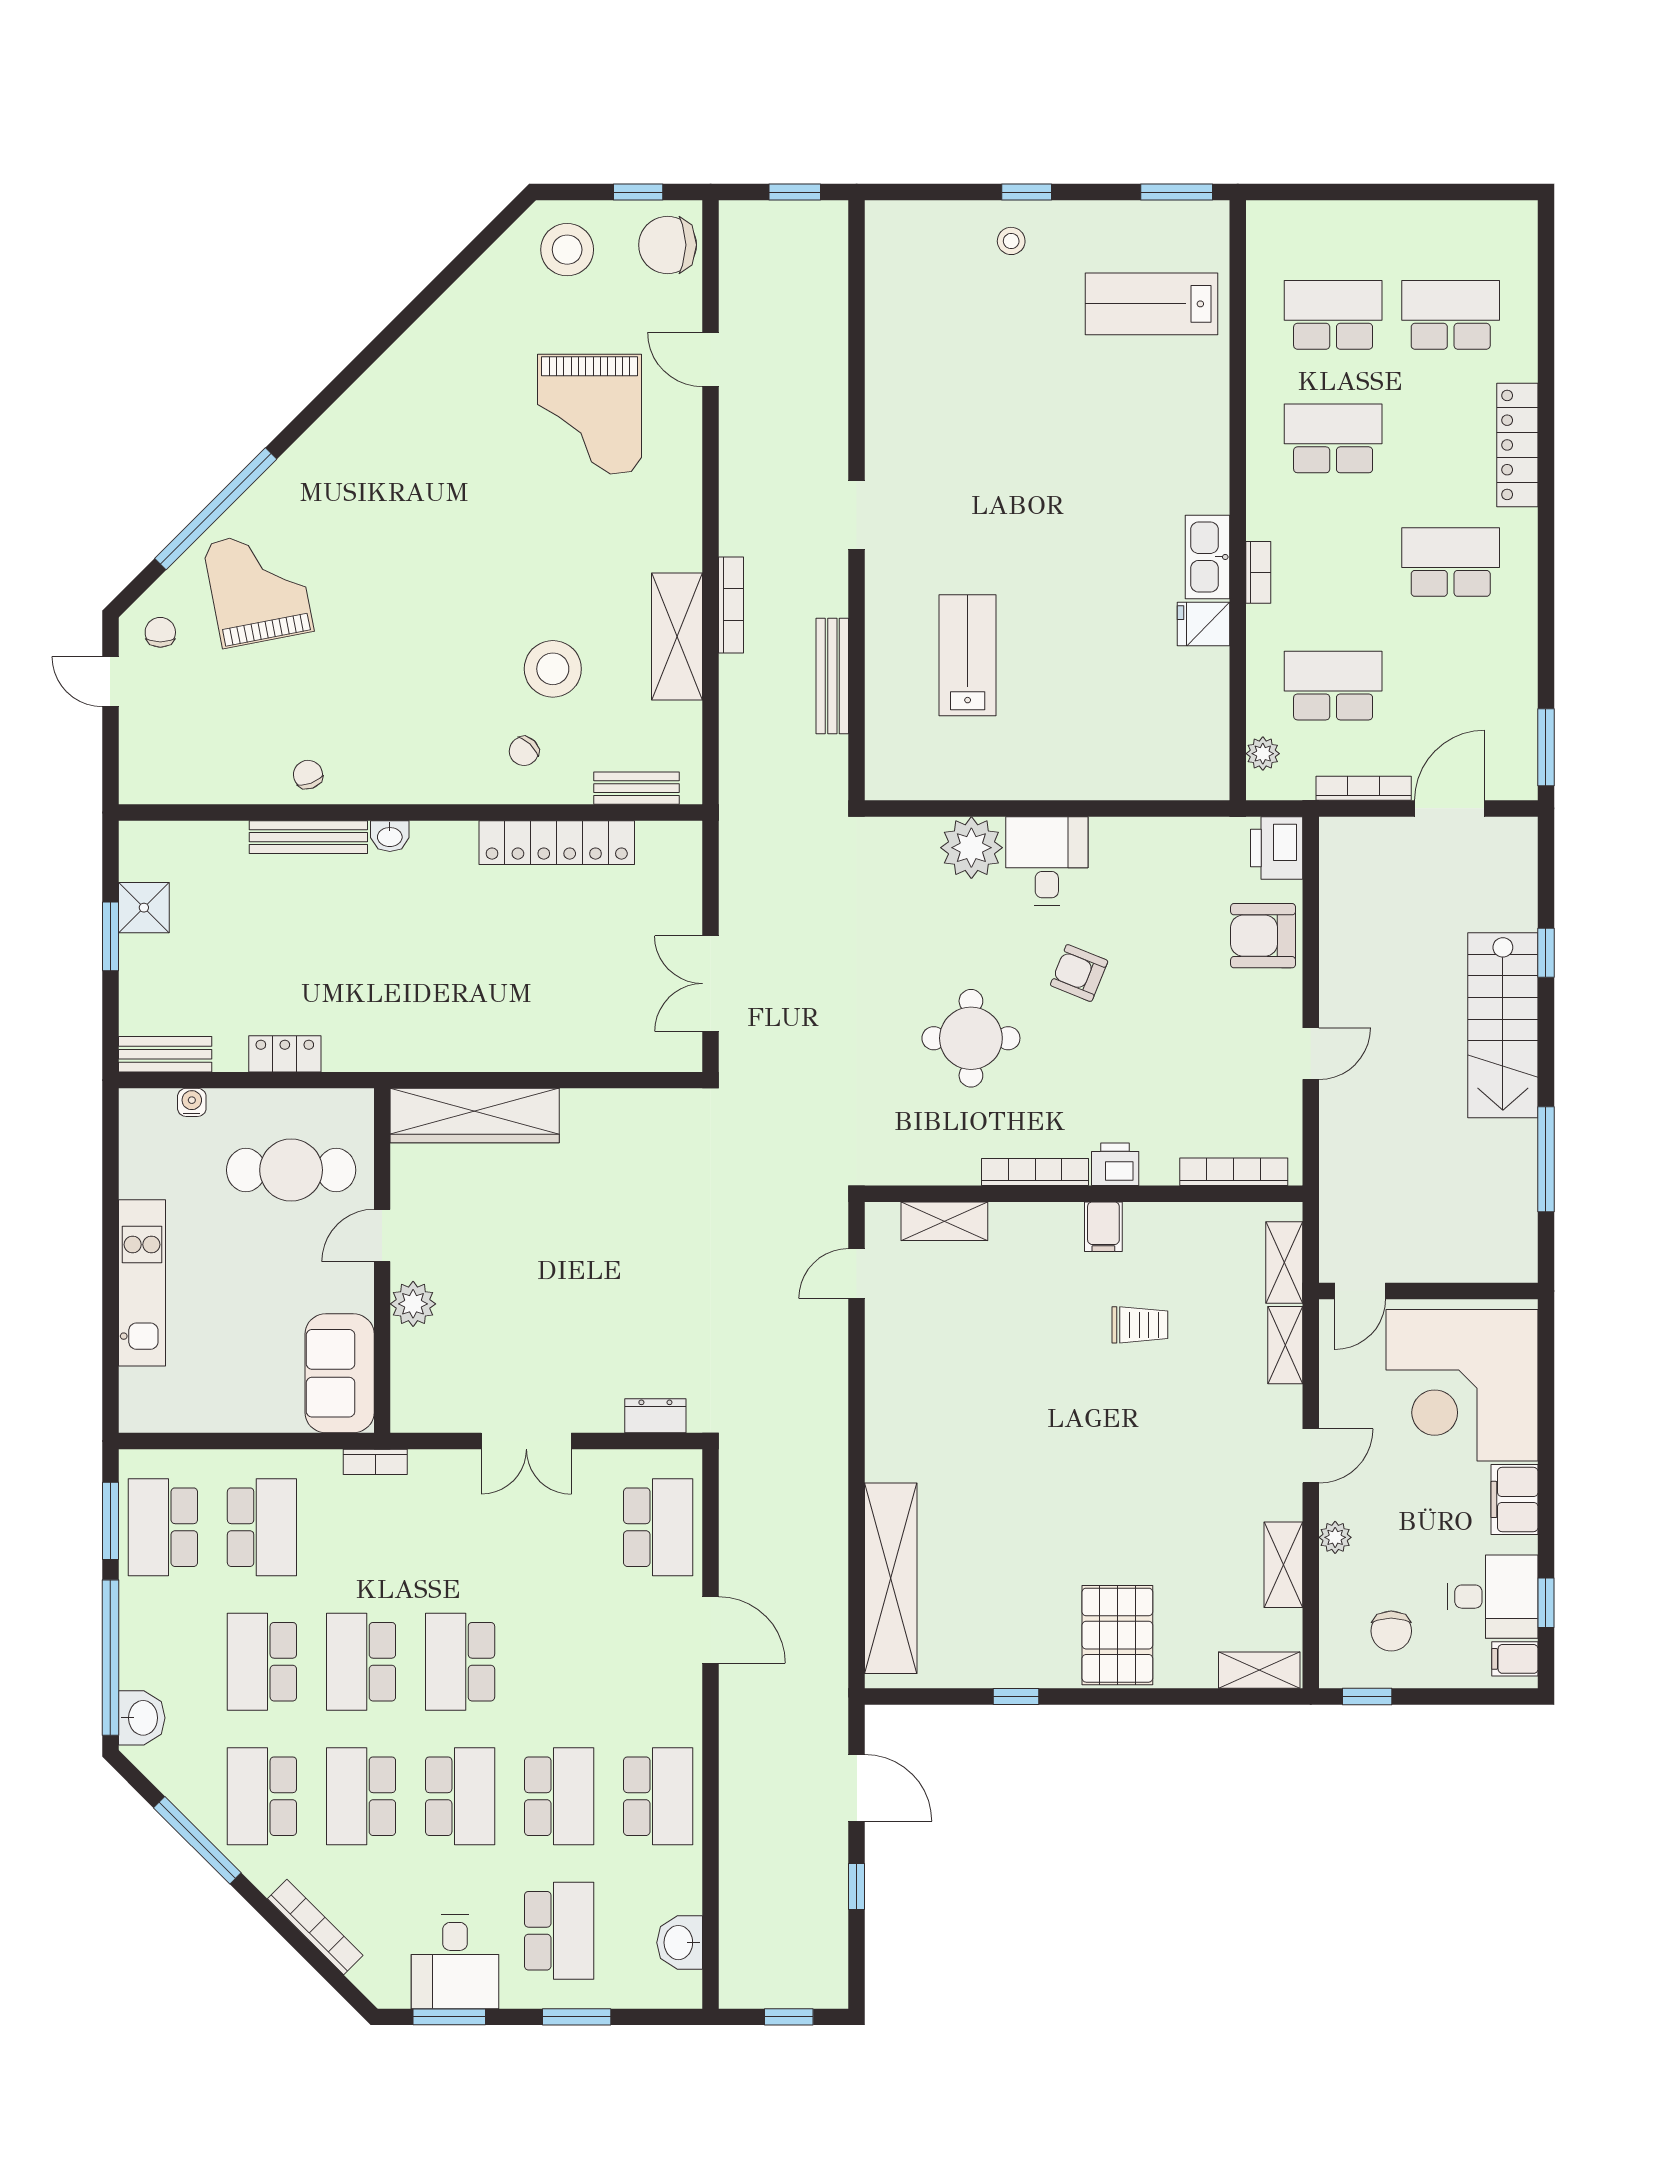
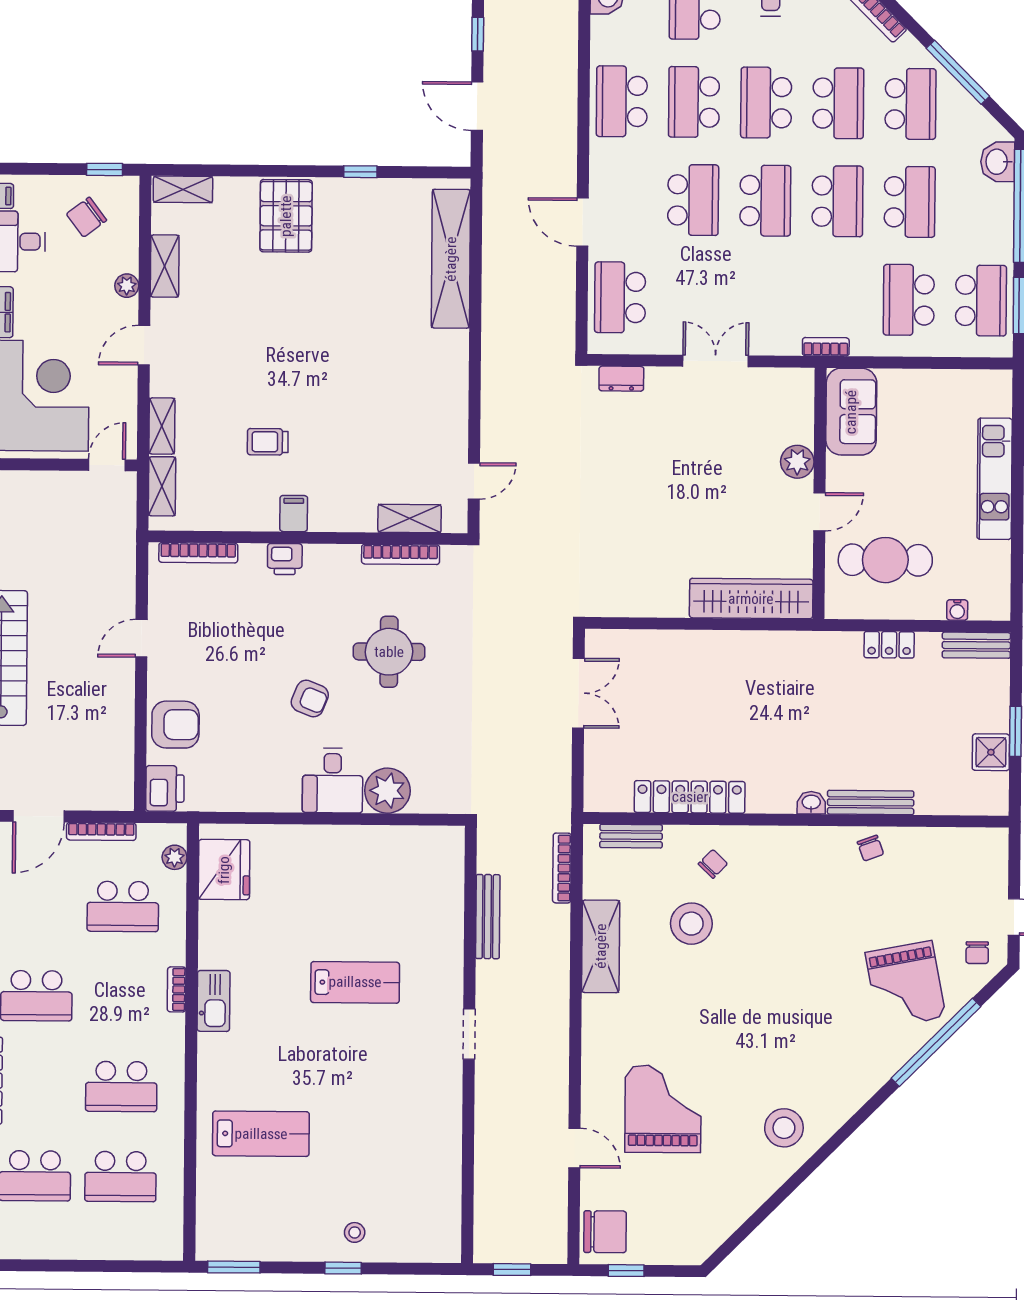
stool: (567, 250) -> (784, 1128), moved
lab bench: (1151, 304) -> (261, 1134), moved
bookcase: (731, 605) -> (562, 868), moved
fridge: (1204, 624) -> (224, 870), moved, width x1.88, depth x1.34
lab bench: (968, 655) -> (355, 982), moved, turned -90
bookcase: (1035, 1172) -> (401, 554), moved
chair: (1391, 1631) -> (86, 217), turned -127
school desk: (559, 1662) -> (693, 200), added

